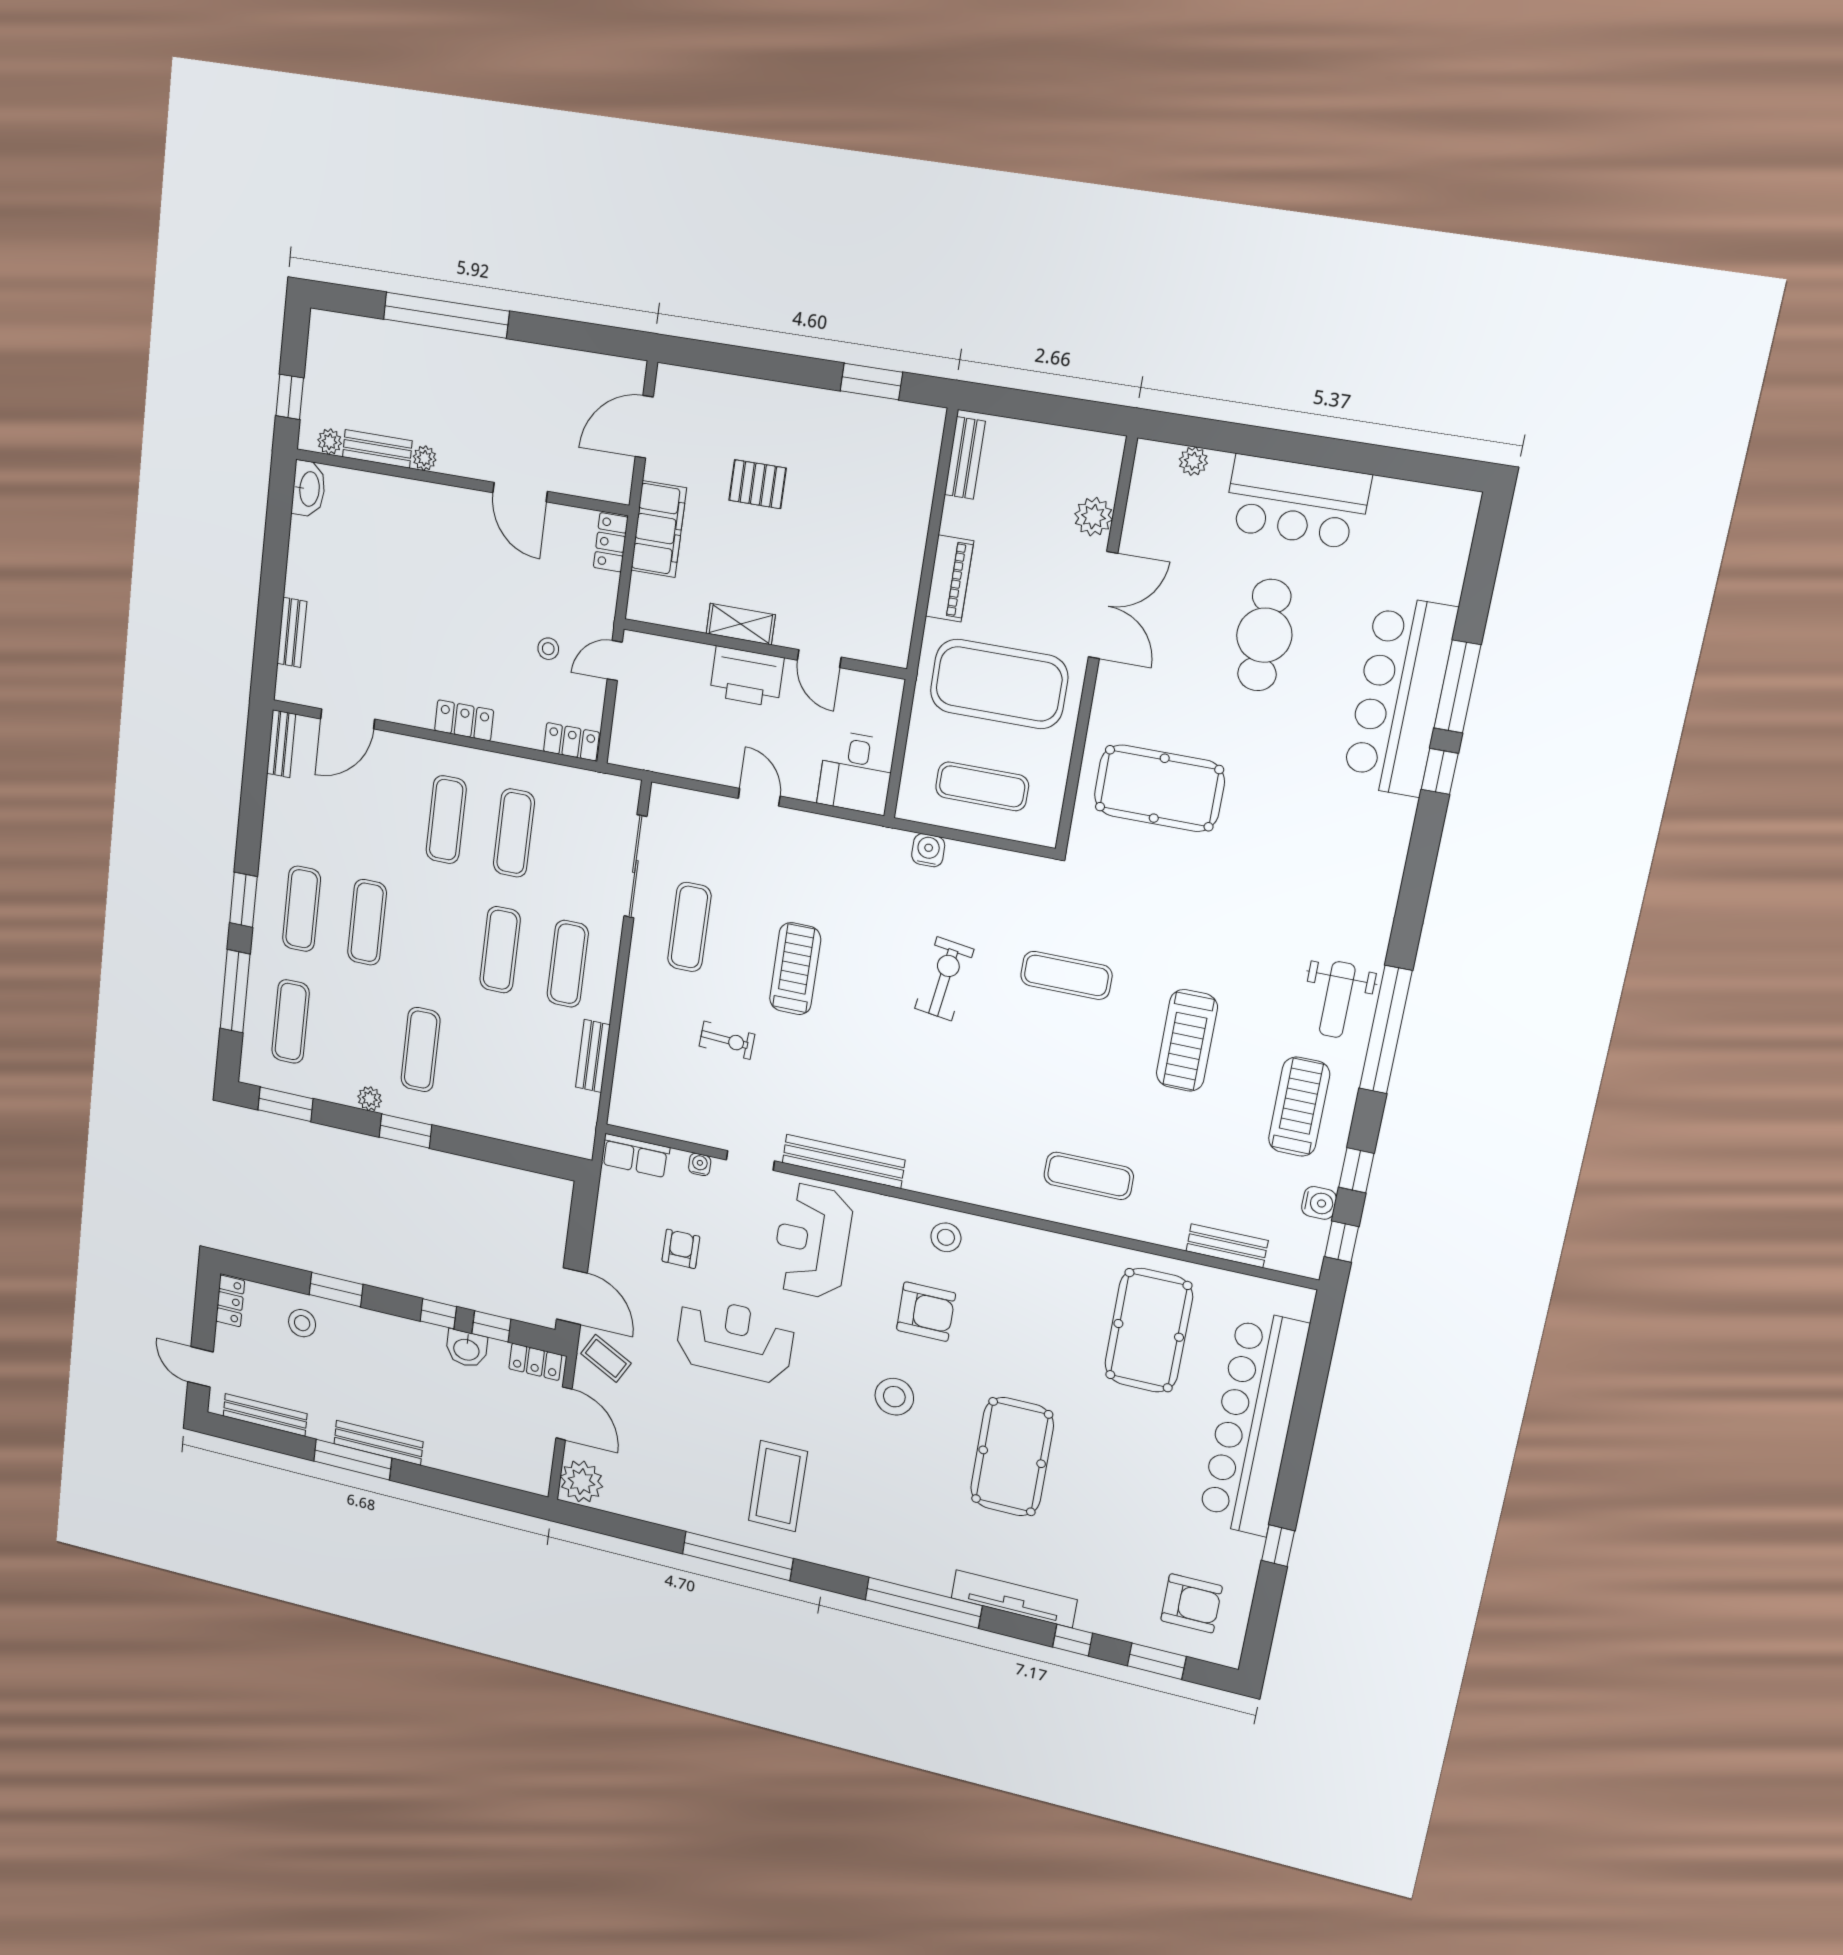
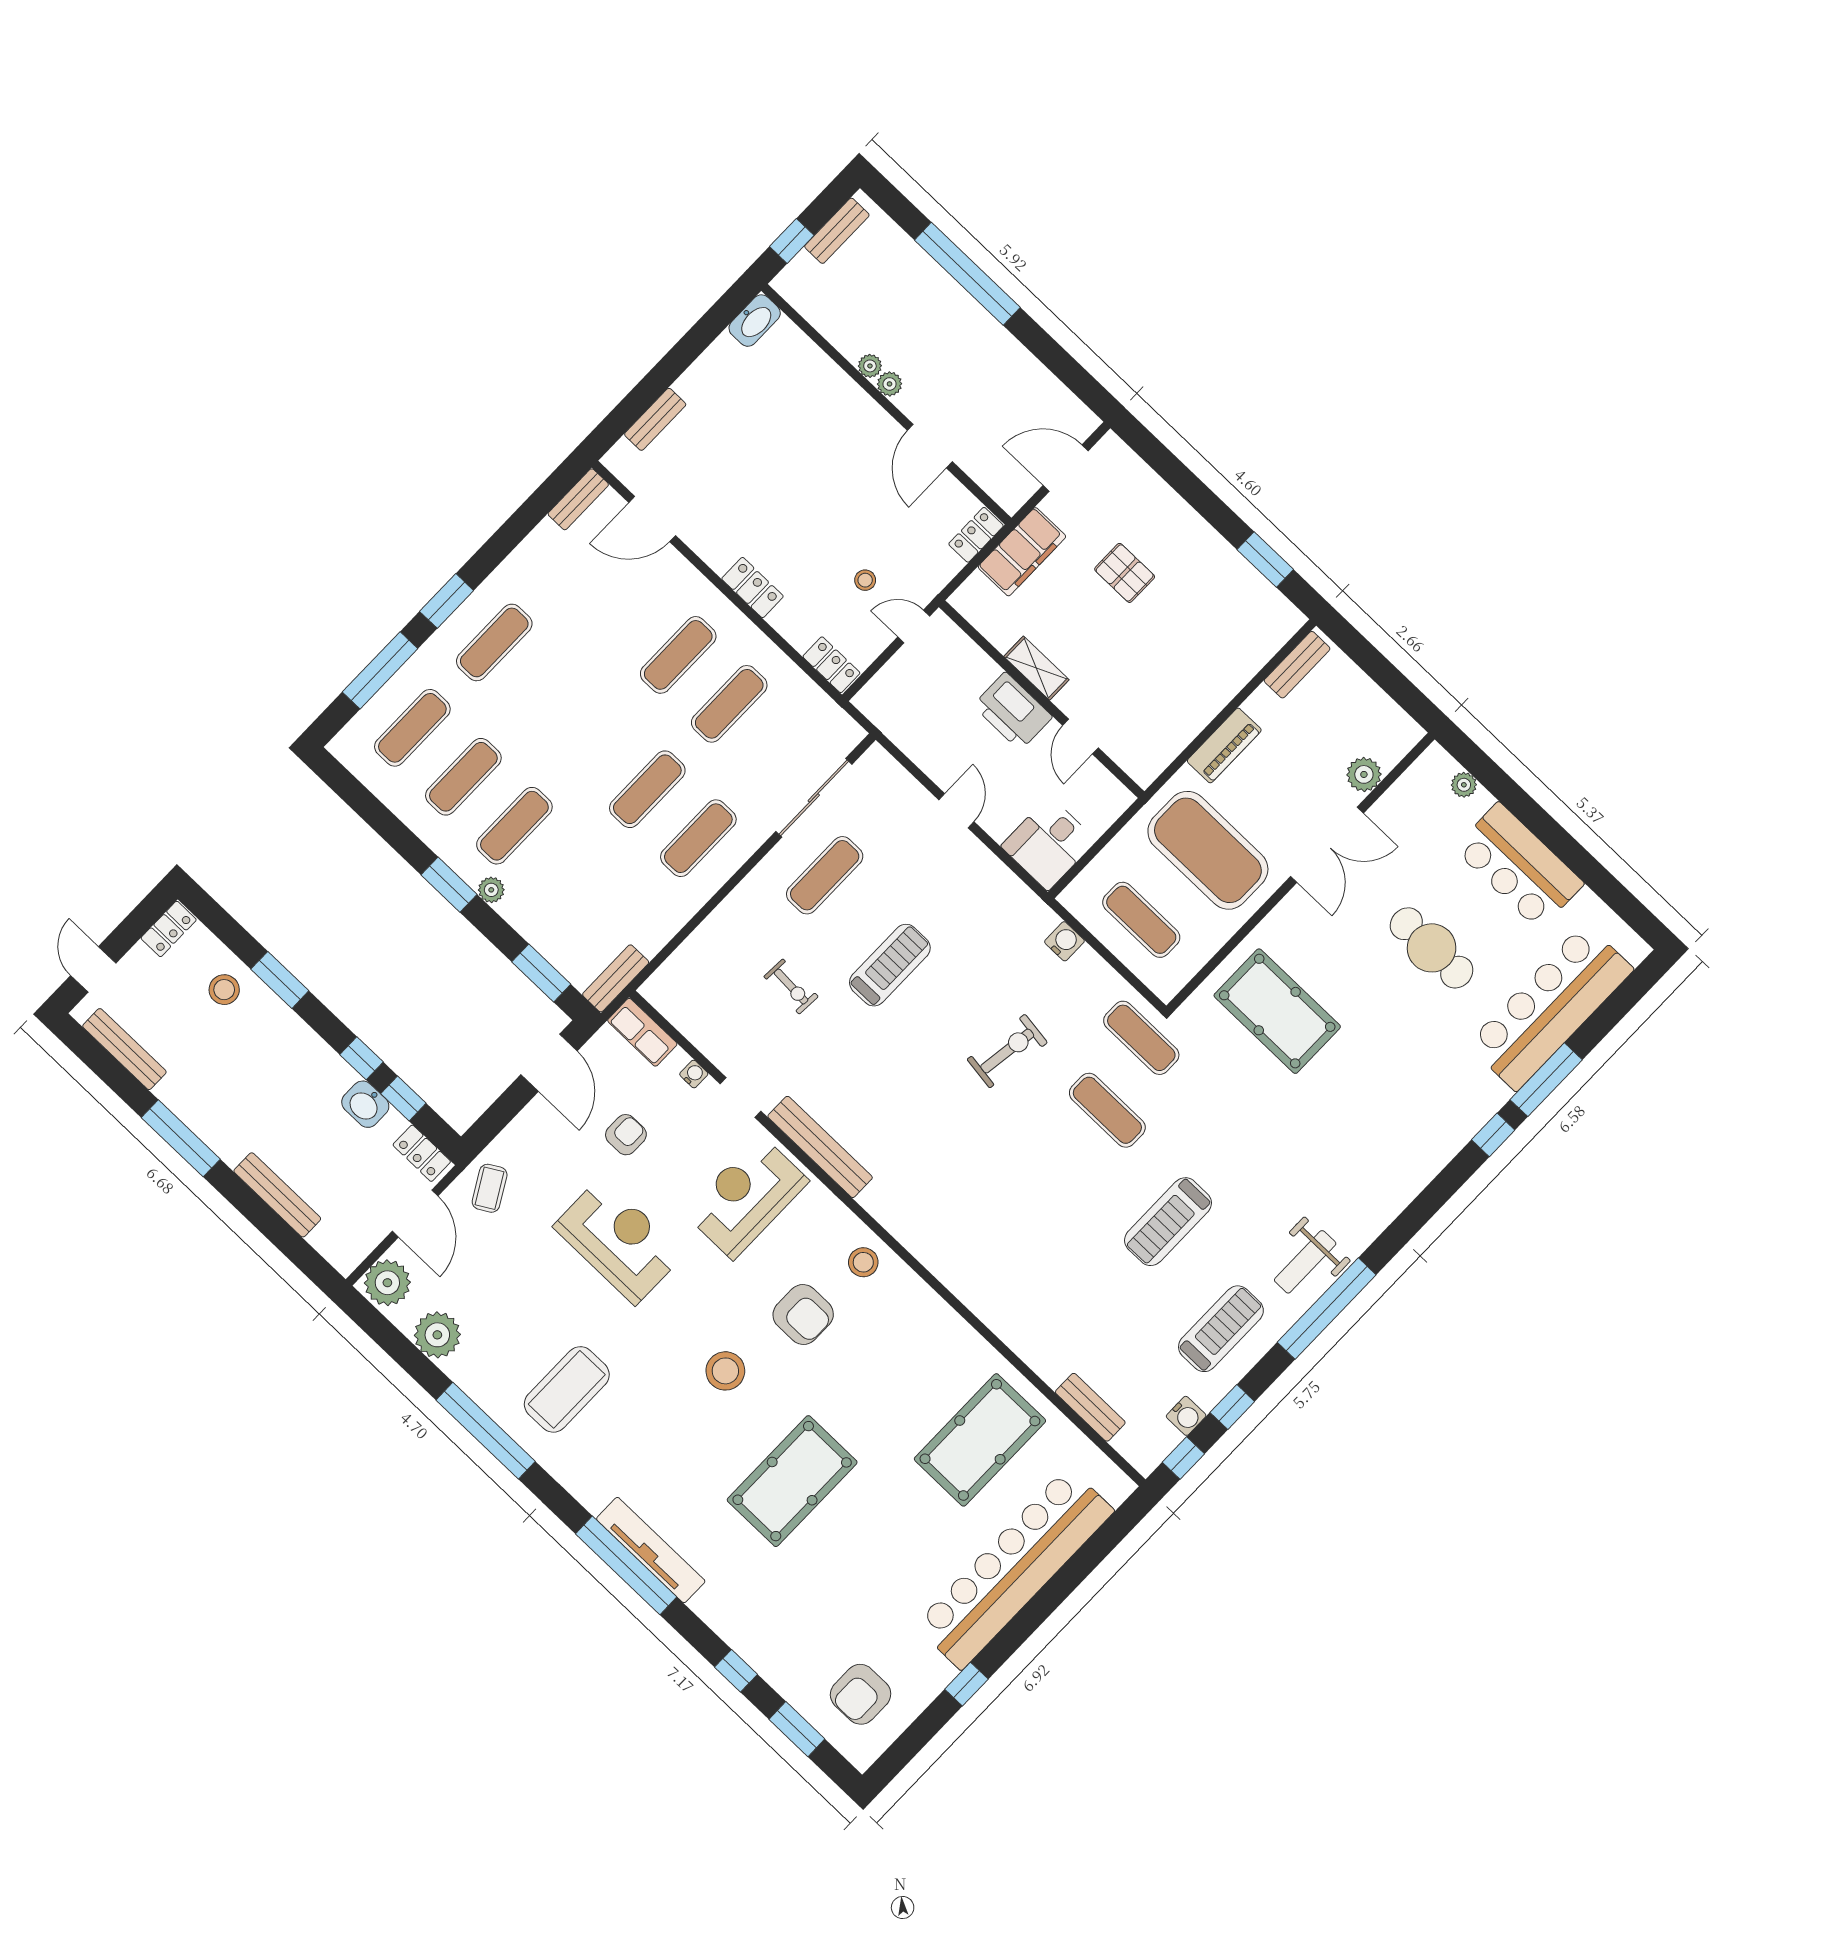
plant: (330, 442) -> (890, 384), moved
bench: (377, 449) -> (837, 231), moved, turned 90
cafe table: (1264, 635) -> (1432, 948), turned 90
bar counter: (1400, 696) -> (1550, 1007), moved
exercise mat: (367, 922) -> (463, 777), moved
bench: (593, 1056) -> (616, 978), moved
plant: (370, 1099) -> (491, 890), moved
window: (285, 1104) -> (541, 973), moved
exercise mat: (1089, 1176) -> (1141, 1038), moved
door: (572, 1296) -> (549, 1063), moved
coffee table: (606, 1358) -> (490, 1188), turned 32
bench: (378, 1443) -> (277, 1195), moved
plant: (648, 1501) -> (437, 1335), added
tv unit: (1014, 1599) -> (651, 1550), moved
armchair: (1191, 1603) -> (861, 1694), turned 90

